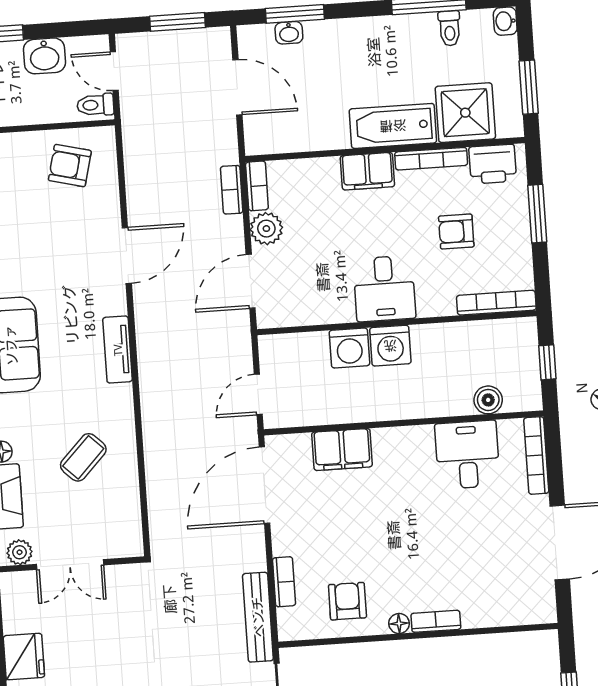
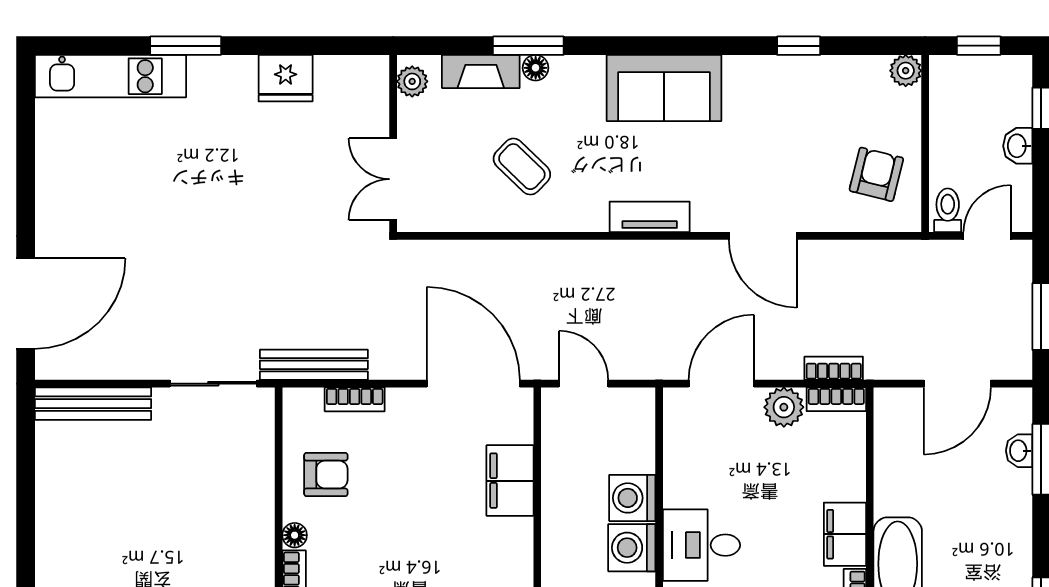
washbasin: (44, 56) -> (1018, 146), width x0.72, depth x0.69
door: (251, 281) -> (721, 384), hinge flipped
double door: (70, 565) -> (393, 179), moved

